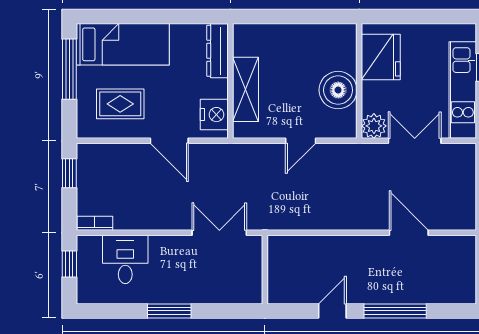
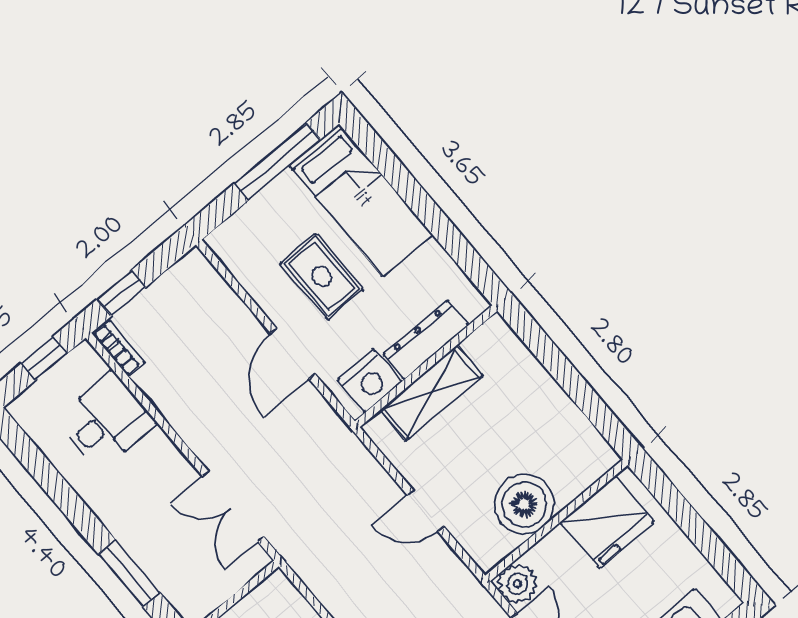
dresser: (217, 51) -> (426, 340), moved
rug: (120, 104) -> (322, 276), moved
window: (69, 173) -> (122, 293), moved
double door: (219, 233) -> (233, 506), swing flipped
window: (169, 311) -> (129, 573), moved

